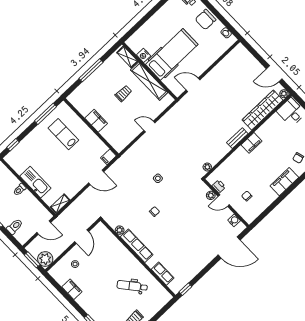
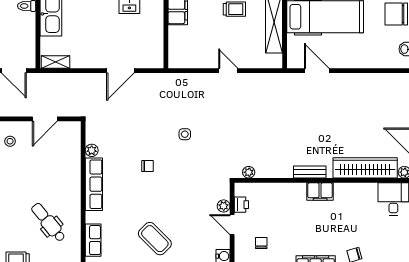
filing cabinet: (108, 157) -> (154, 61), removed
door: (96, 177) -> (120, 71), hinge flipped
coffee table: (192, 244) -> (155, 239), added

